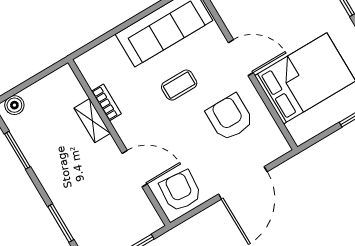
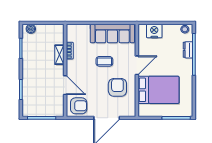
door: (241, 58) -> (137, 65), hinge flipped
armchair: (180, 191) -> (79, 106), turned 85

